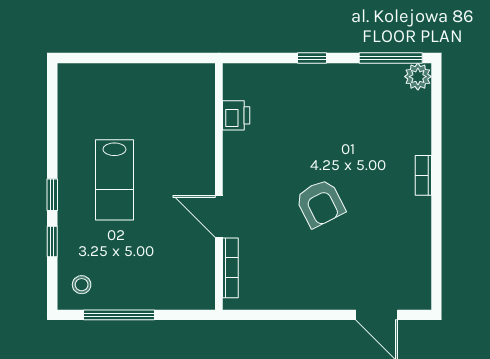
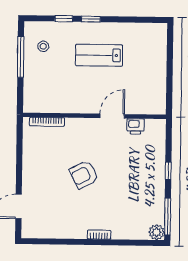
door: (219, 216) -> (112, 116), moved
stool: (82, 285) -> (43, 46), moved

